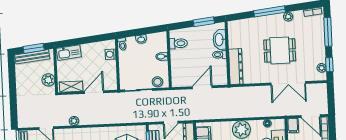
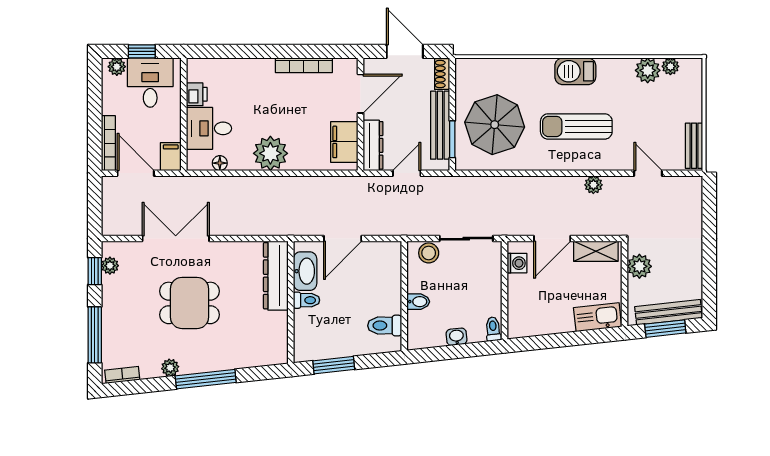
washbasin: (219, 40) -> (305, 271), moved
washing machine: (111, 54) -> (517, 263), moved

